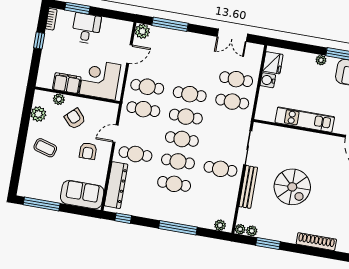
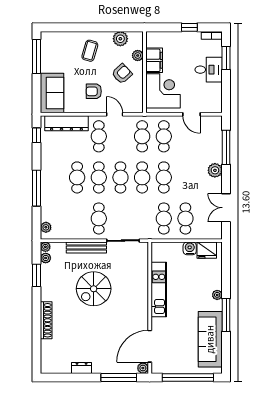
plant: (142, 31) -> (215, 170), moved

